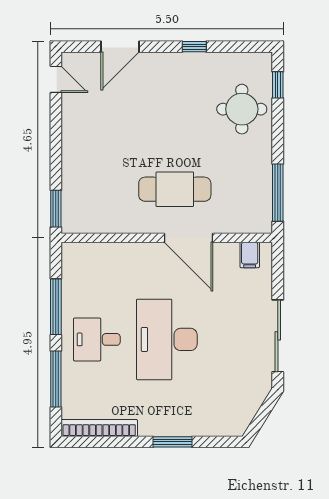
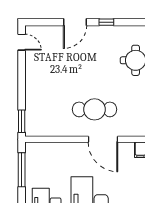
door: (120, 47) -> (75, 22), moved
window: (56, 307) -> (22, 170), moved

